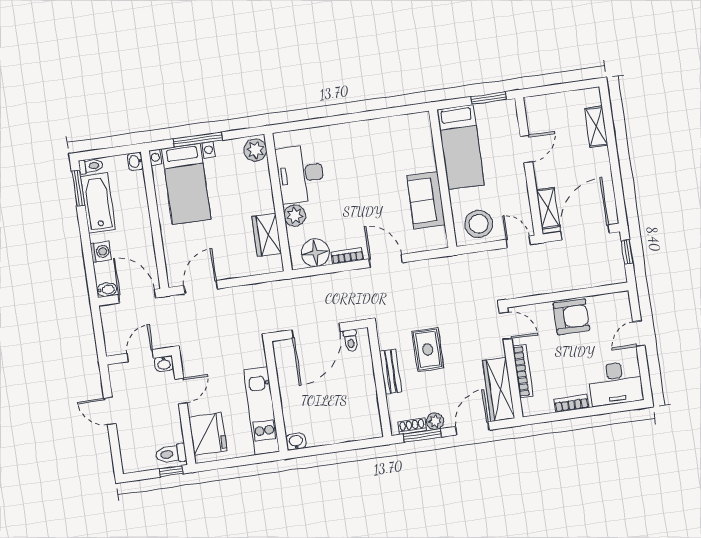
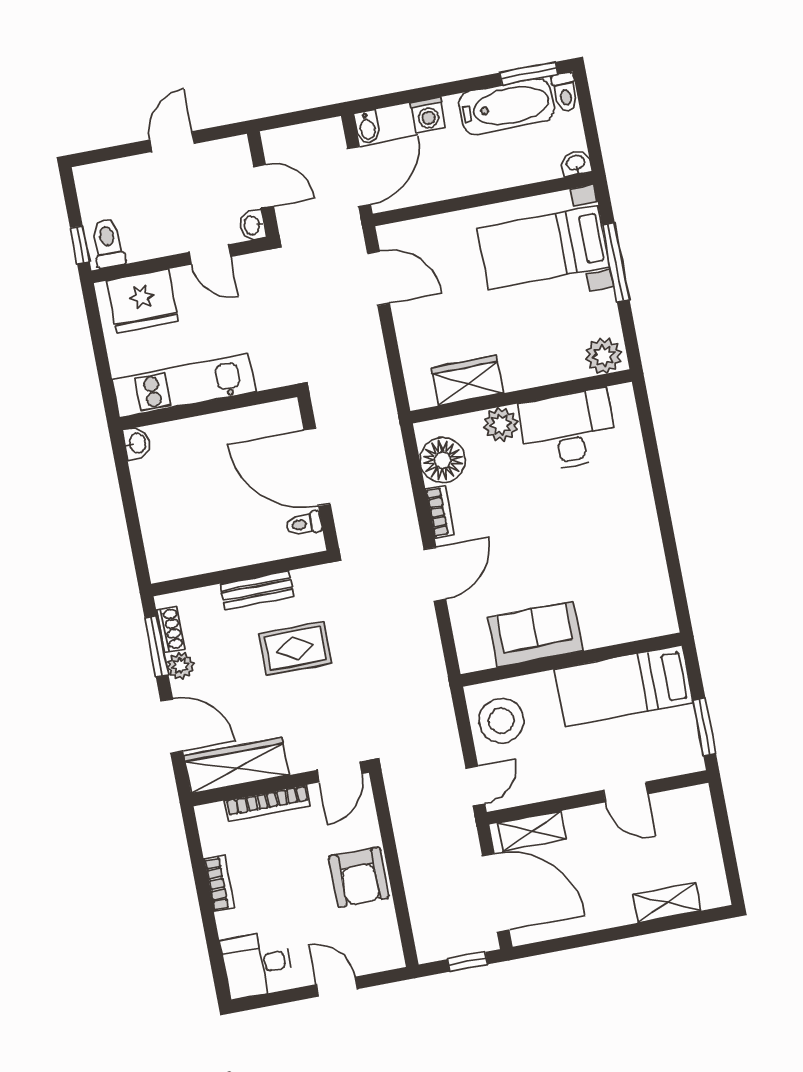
desk: (616, 383) -> (257, 964), width x0.73

